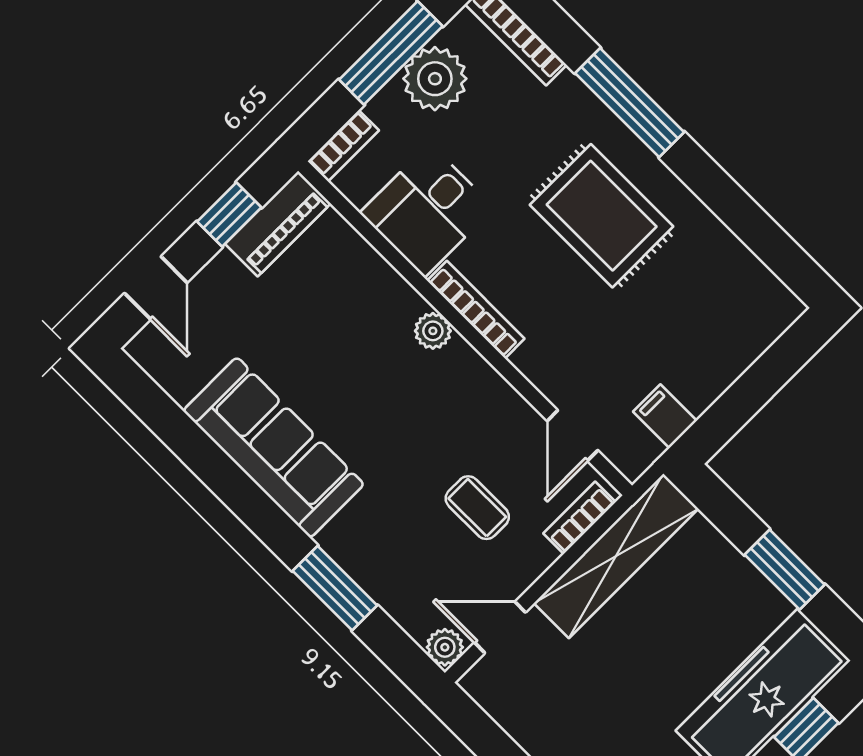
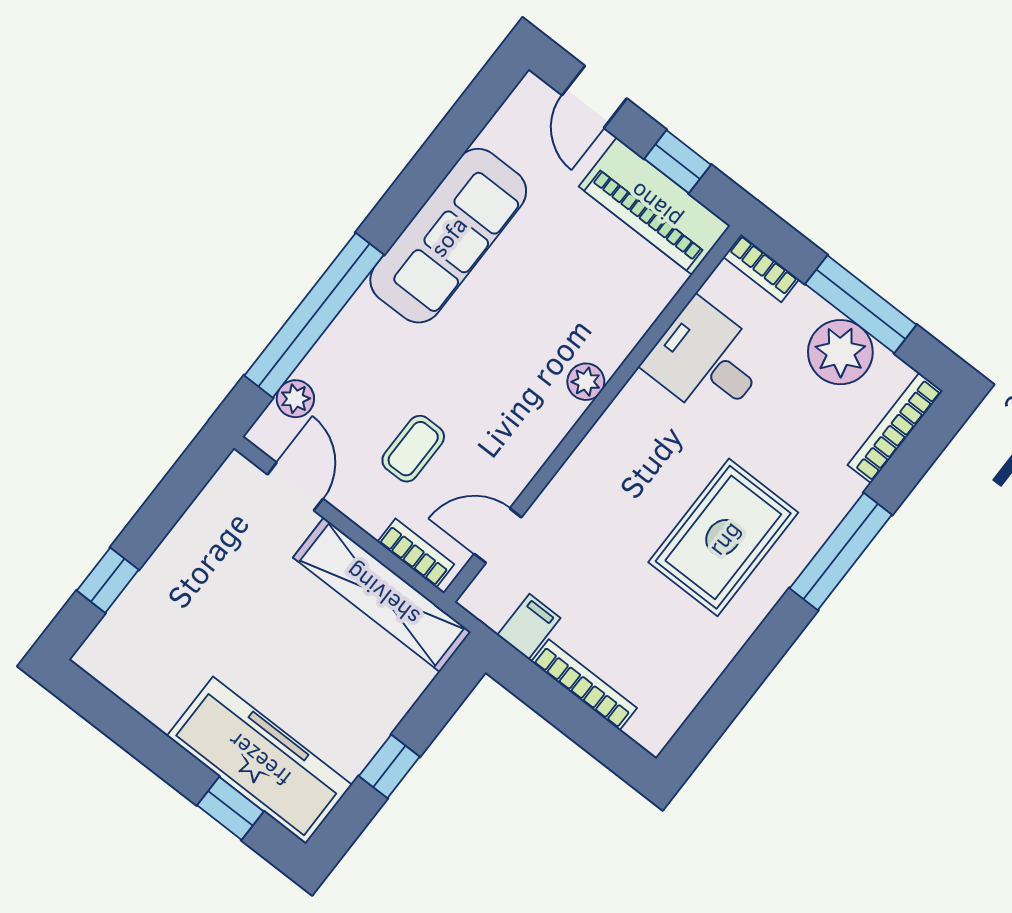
piano: (278, 224) -> (655, 206), width x1.37, depth x1.33
door: (156, 288) -> (594, 97), hinge flipped
bookcase: (476, 310) -> (584, 685), moved, turned -90
window: (785, 570) -> (389, 766), width x0.67
window: (335, 588) -> (314, 315), width x2.11
plant: (445, 647) -> (295, 399), moved

